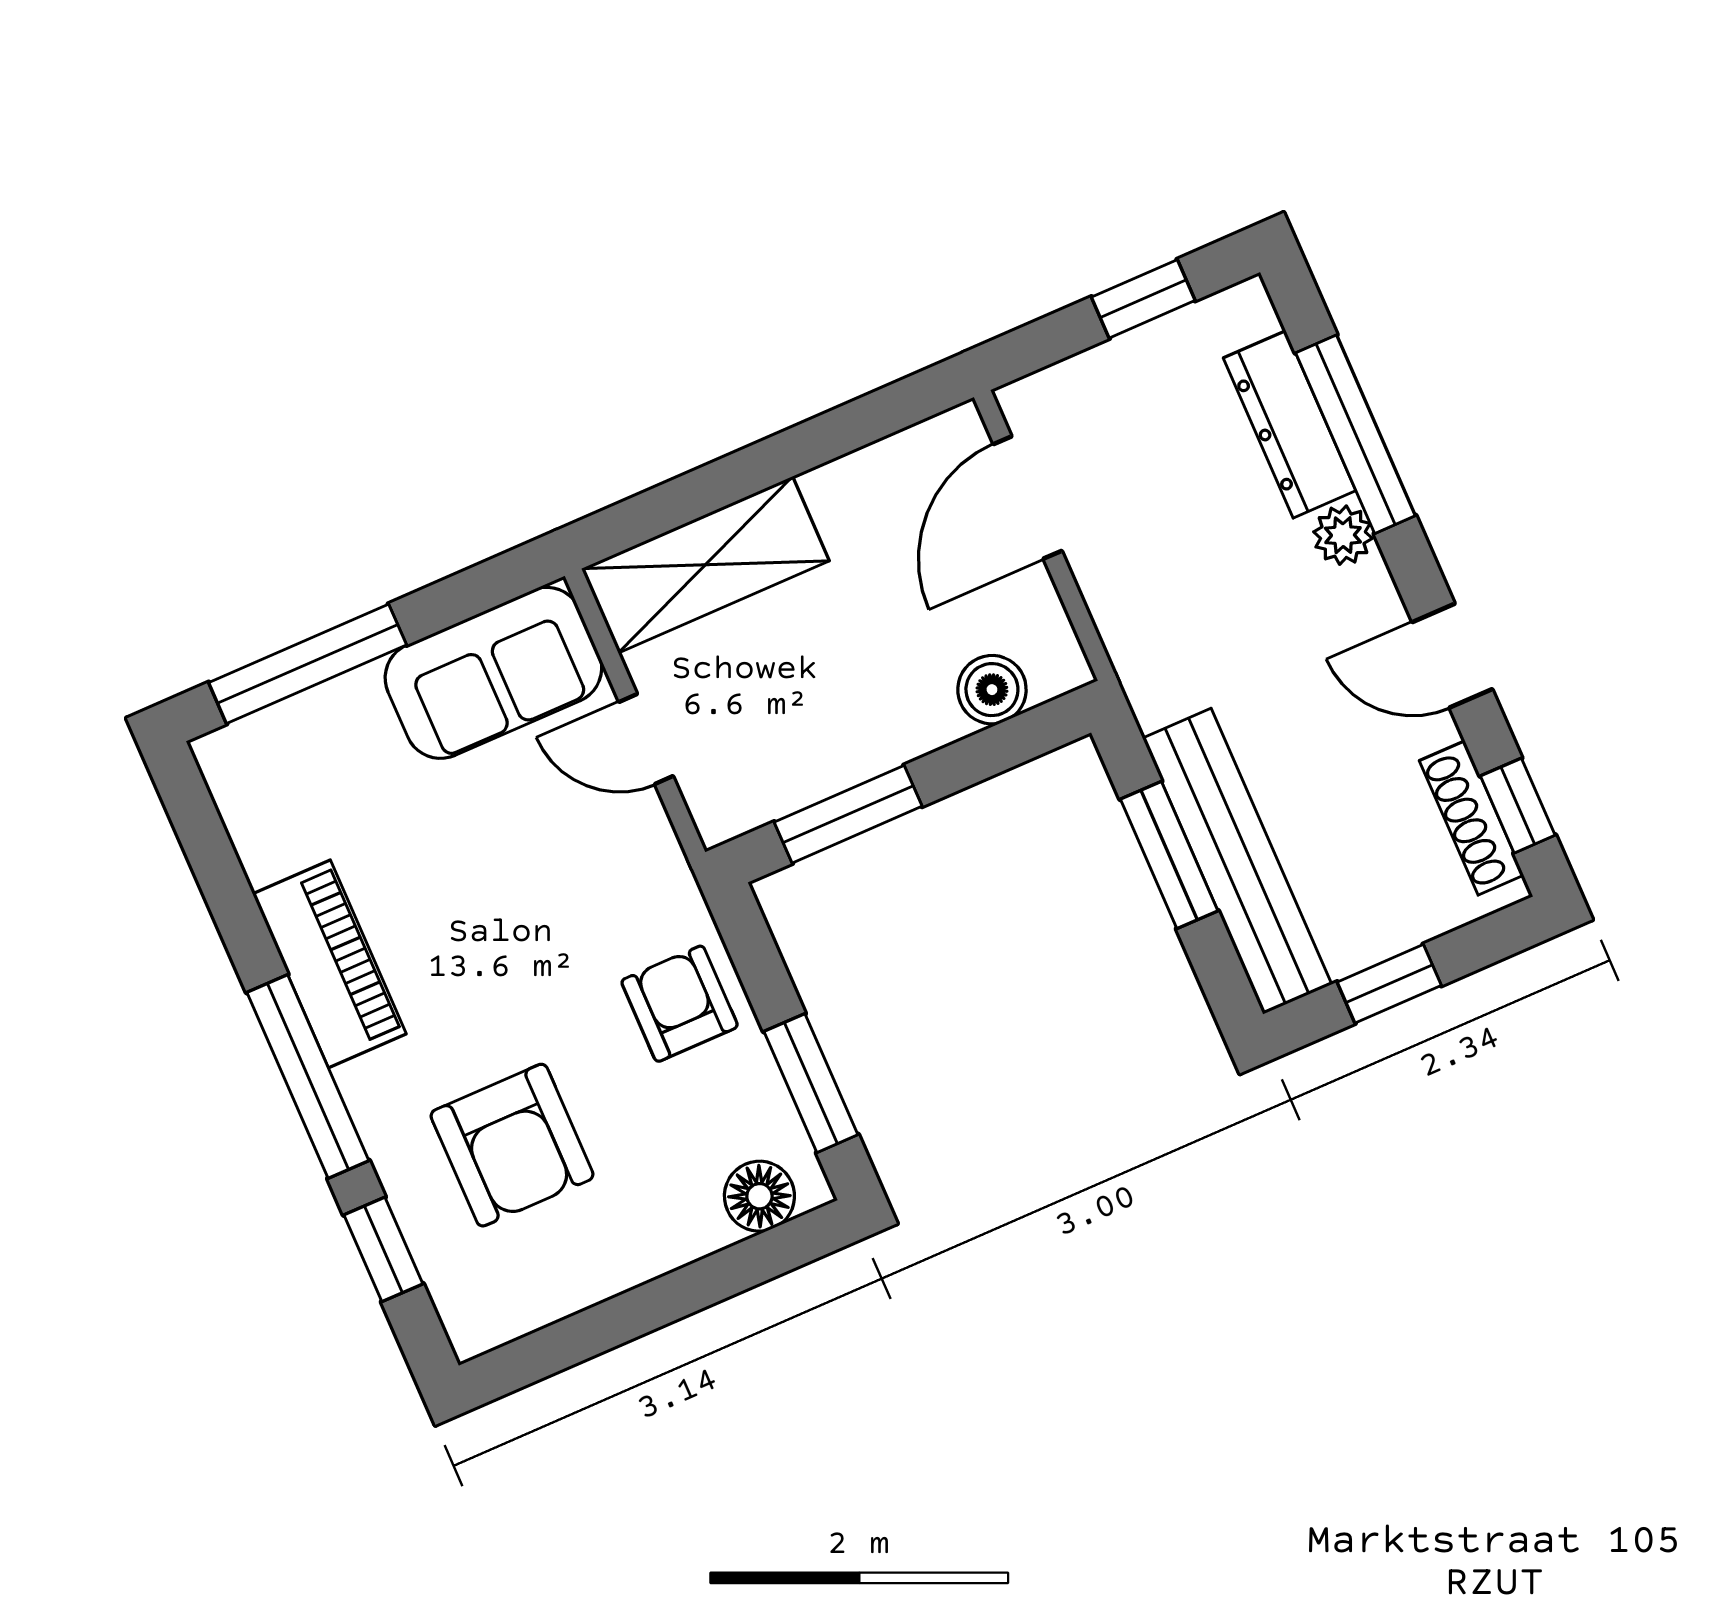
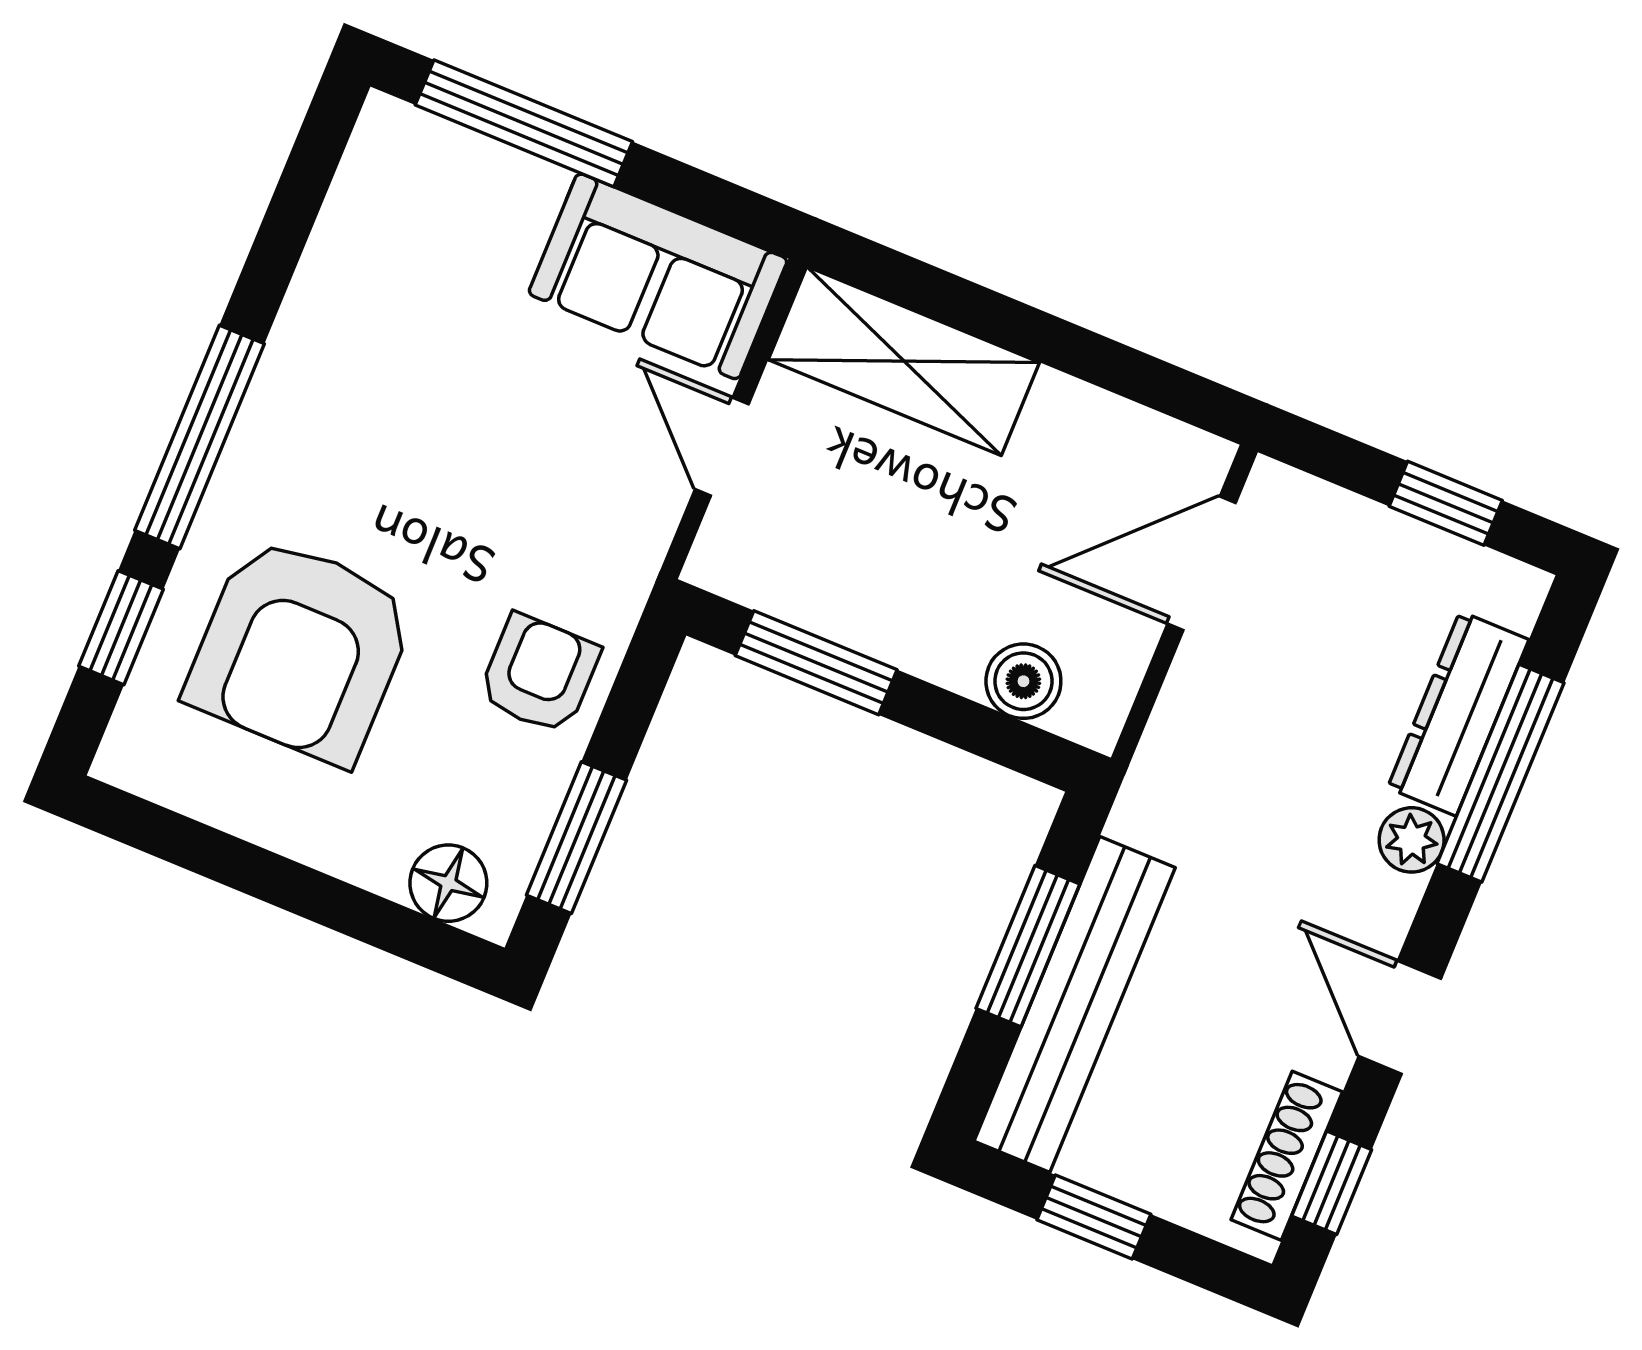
piano: (329, 964) -> (304, 368), removed
armchair: (512, 1145) -> (301, 650), width x1.36, depth x1.36

